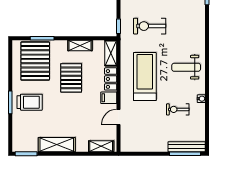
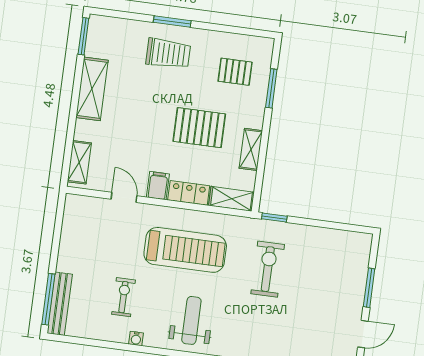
pallet: (35, 61) -> (235, 72), width x0.49, depth x0.50
trolley: (30, 102) -> (168, 54), turned -90

